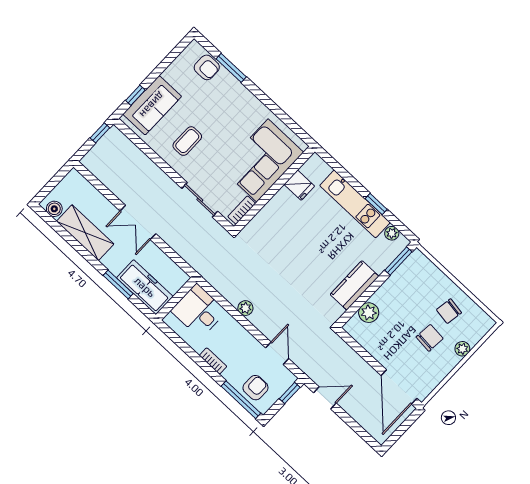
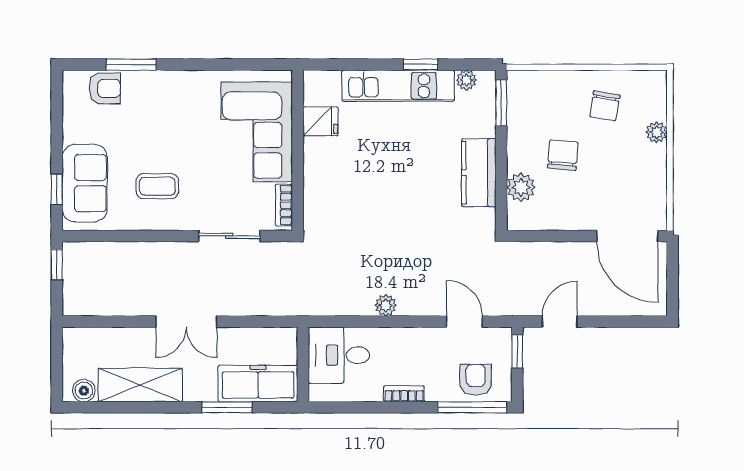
coffee table: (187, 141) -> (157, 186), turned 90
chair: (430, 338) -> (563, 155), moved

